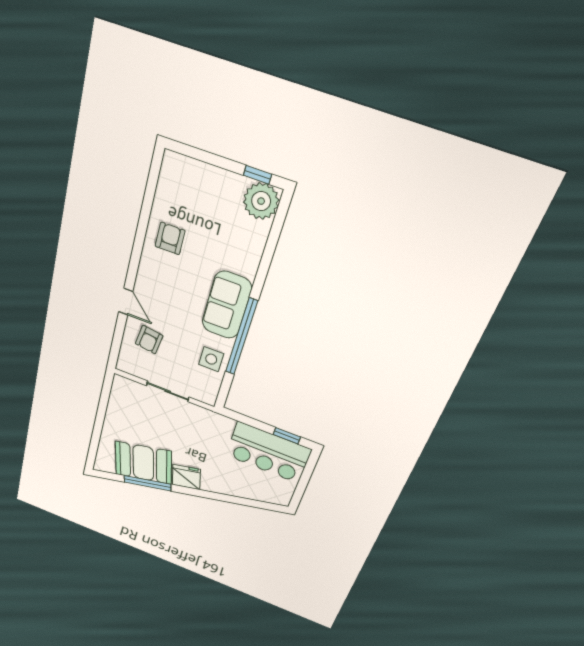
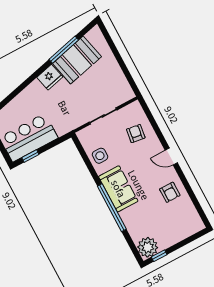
door: (126, 302) -> (171, 157), moved
window: (241, 337) -> (112, 208), moved

